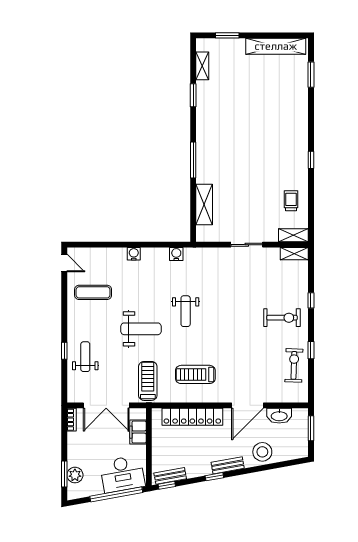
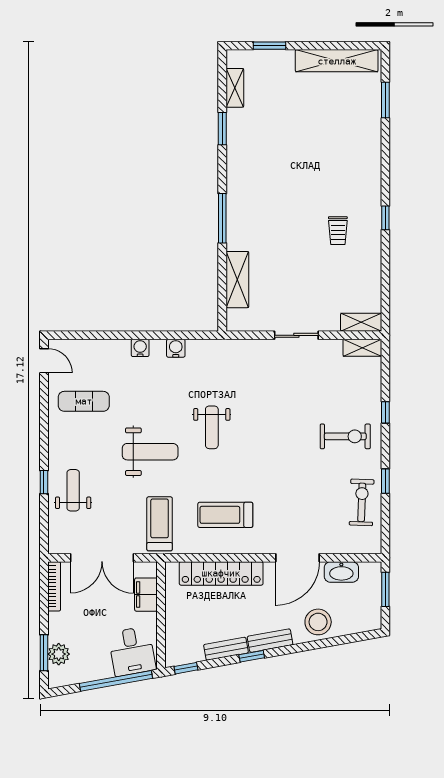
trolley: (291, 201) -> (338, 231), moved, turned 180
water cooler: (176, 254) -> (176, 348), moved
bookcase: (72, 420) -> (54, 586), width x1.56
desk: (122, 474) -> (132, 651), width x0.73
bench: (170, 476) -> (226, 649), moved

